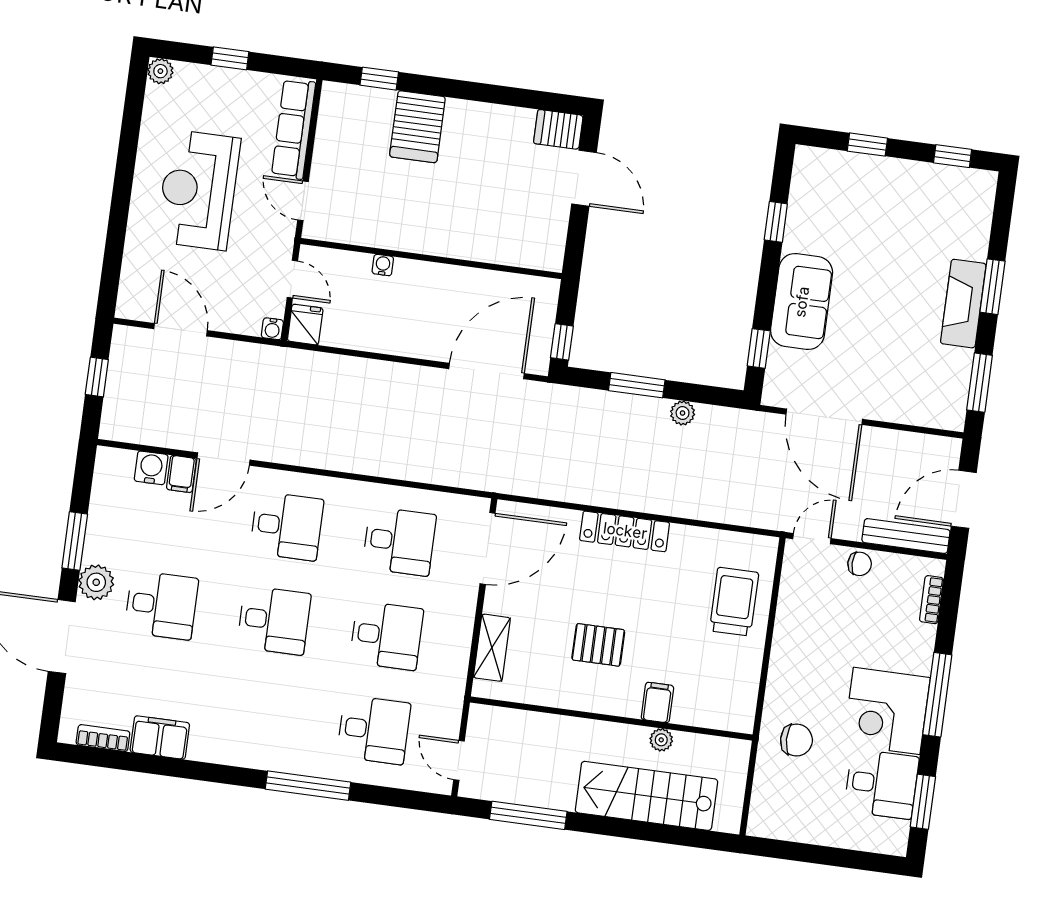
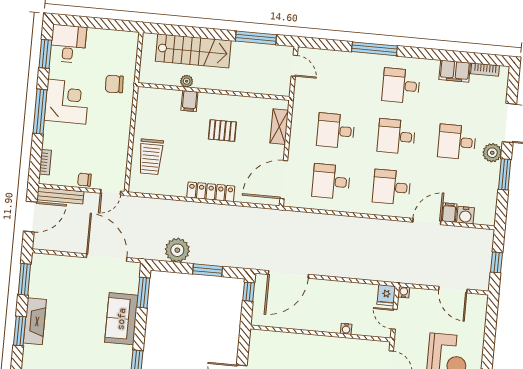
window: (759, 348) -> (143, 293), width x1.50
plant: (683, 413) -> (177, 250), width x1.87, depth x1.87
desk: (374, 730) -> (401, 86), moved
desk: (882, 784) -> (68, 44), moved, turned 90

